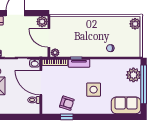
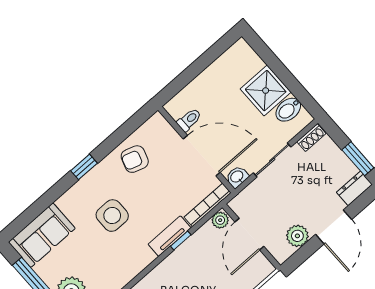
plant: (42, 22) -> (297, 236), moved
door: (49, 38) -> (249, 234), swing flipped
window: (67, 117) -> (84, 167), moved

